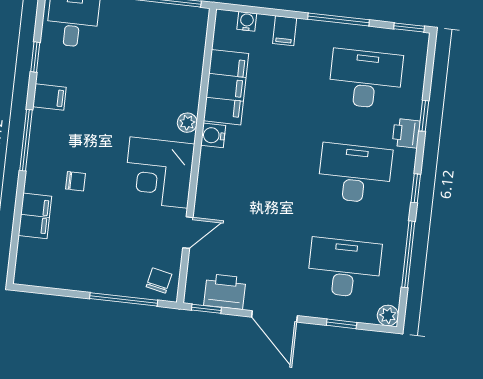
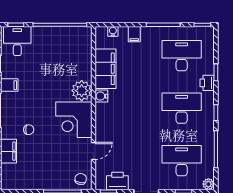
plant: (187, 123) -> (82, 91), width x1.88, depth x1.88

